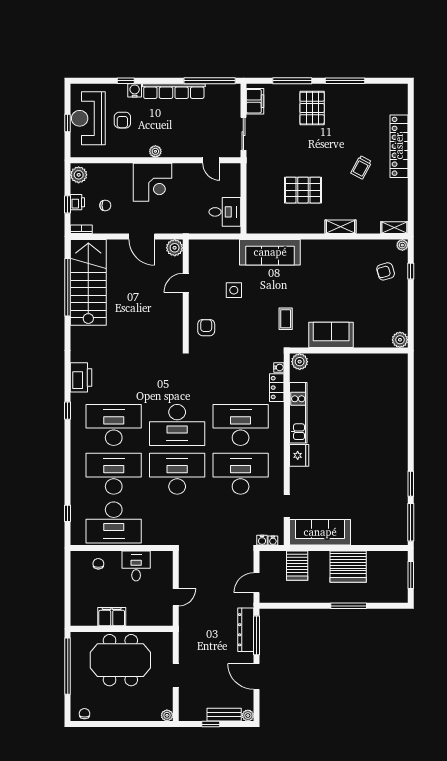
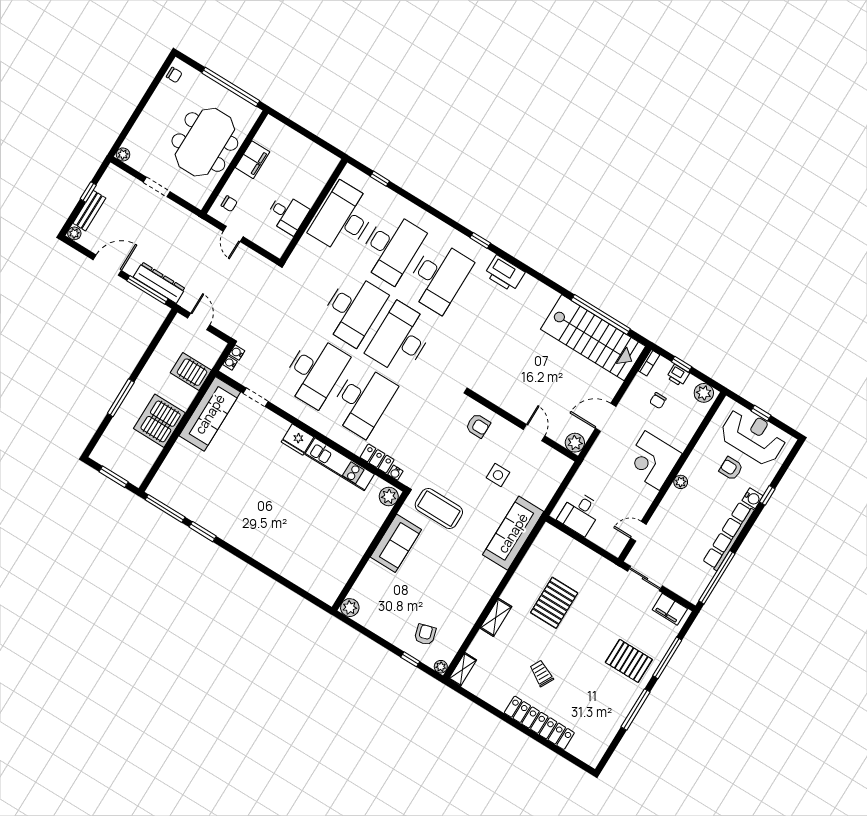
coffee table: (286, 319) -> (439, 509), width x1.86, depth x1.72
chair: (98, 564) -> (229, 204), moved

